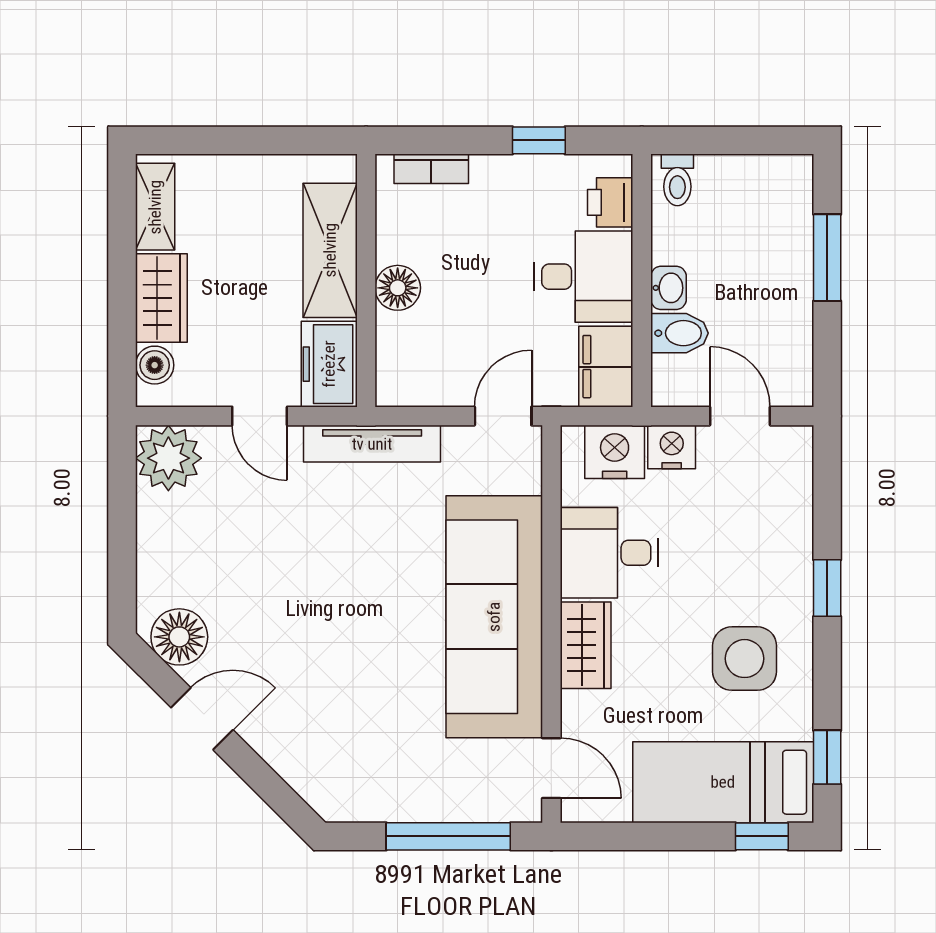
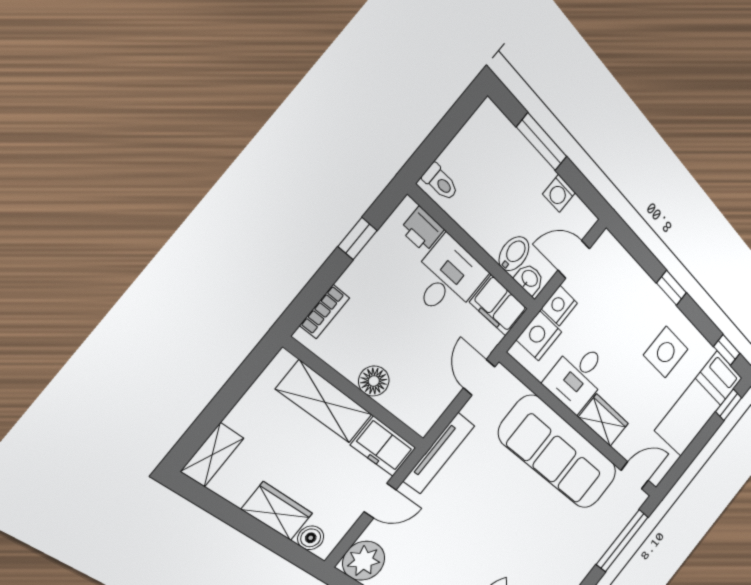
shelving: (155, 207) -> (212, 455), moved, turned 90
washbasin: (668, 288) -> (529, 279), moved
washing machine: (794, 329) -> (559, 193), added

